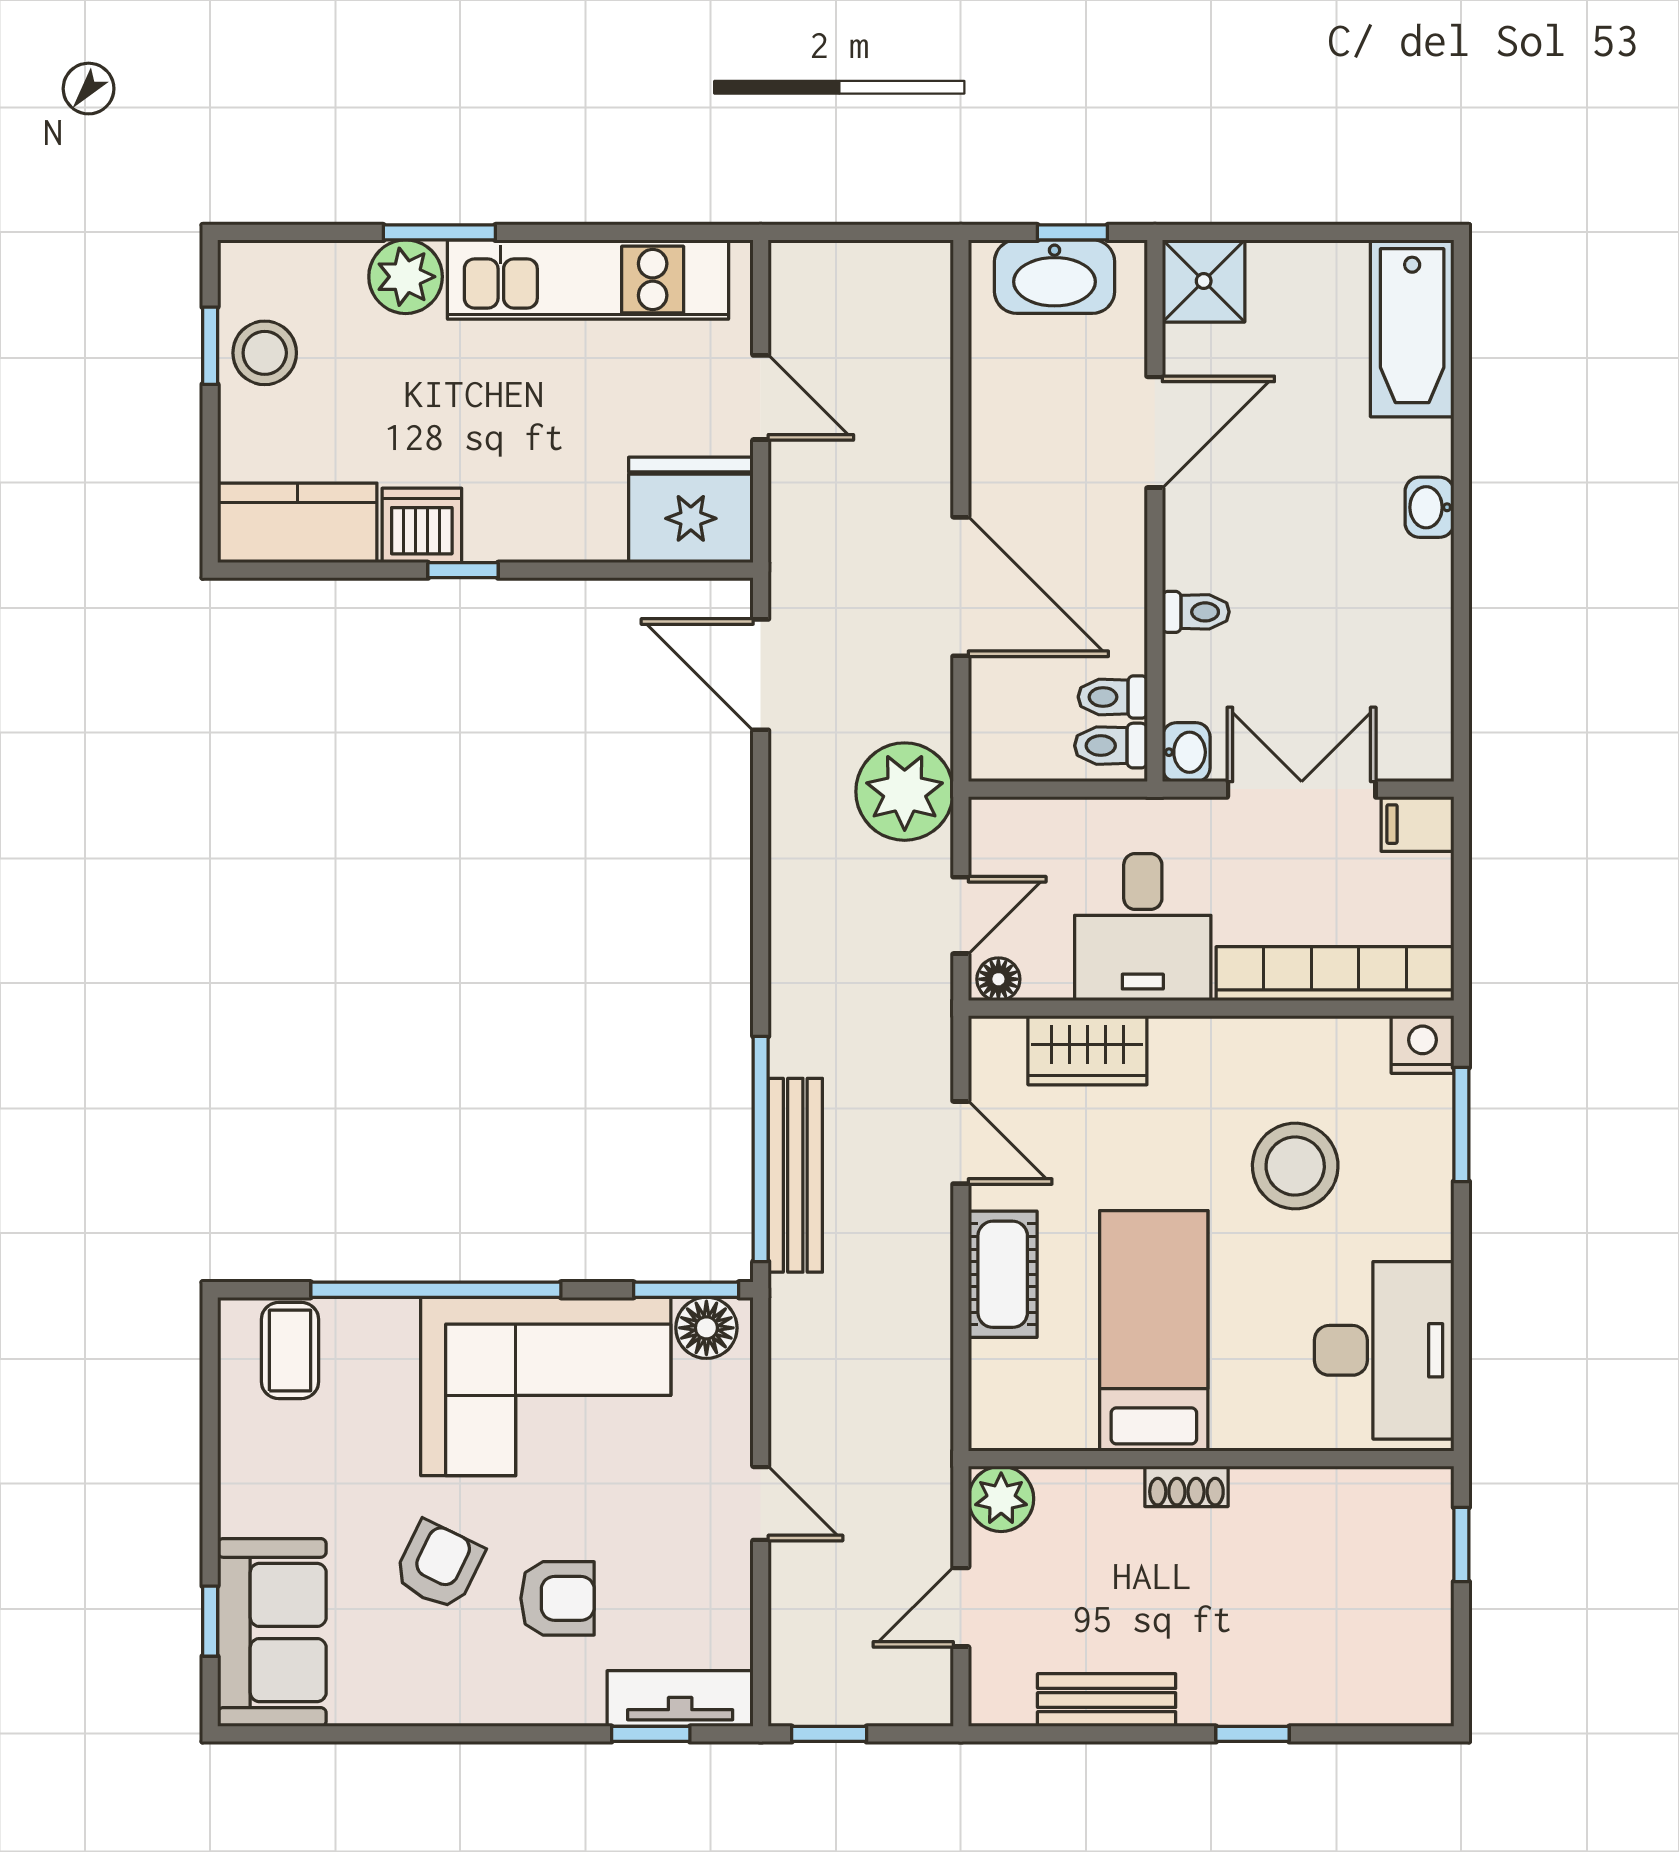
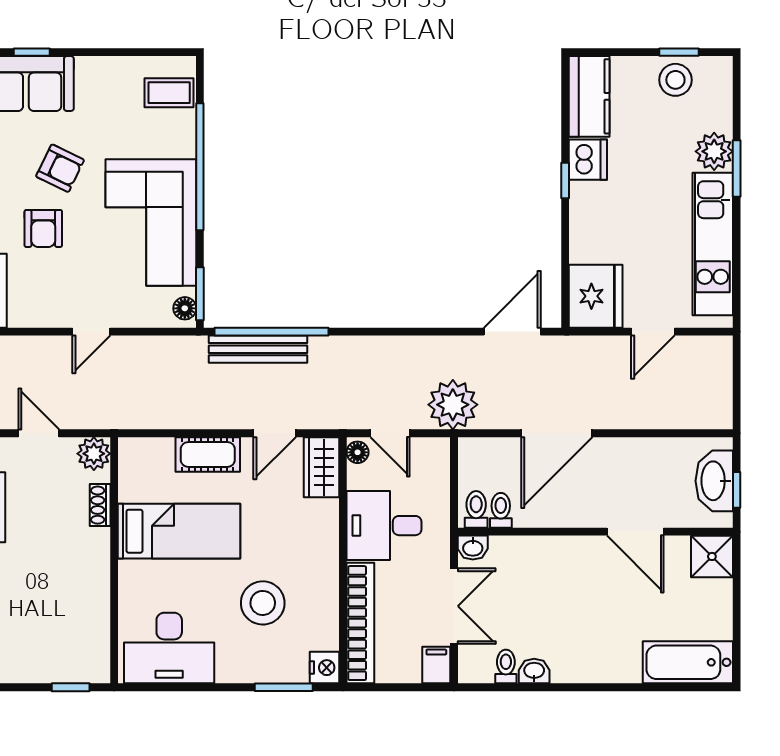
washbasin: (1429, 507) -> (534, 671), moved
toilet: (1196, 612) -> (506, 666), moved, turned 180
wardrobe: (1087, 1050) -> (321, 467), moved
floor lamp: (706, 1328) -> (185, 308), width x0.73, depth x0.73
shoe rack: (1186, 1486) -> (100, 505), moved

